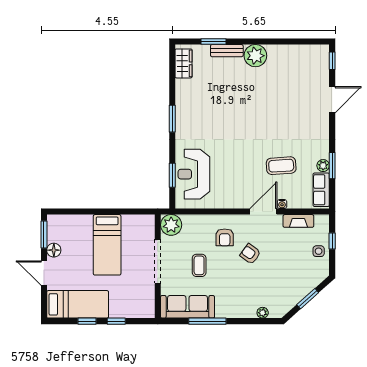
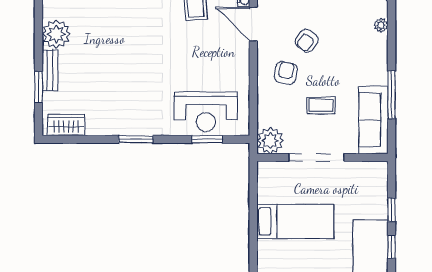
armchair: (225, 237) -> (286, 73), turned -78

